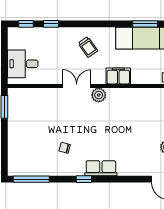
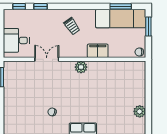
double door: (77, 86) -> (47, 59), moved

